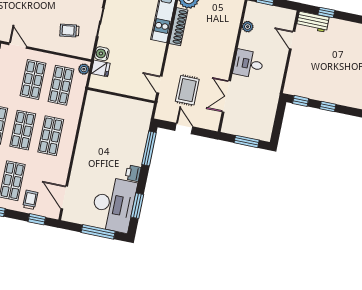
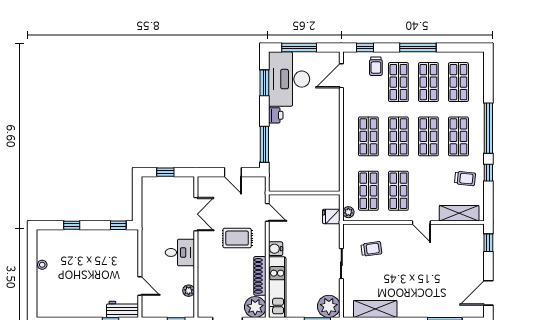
water cooler: (102, 54) -> (276, 249), moved, turned 180
rug: (187, 90) -> (237, 238), moved, turned 90
window: (328, 106) -> (72, 225), moved
window: (247, 141) -> (165, 172), width x0.67
door: (64, 197) -> (341, 76), swing flipped

